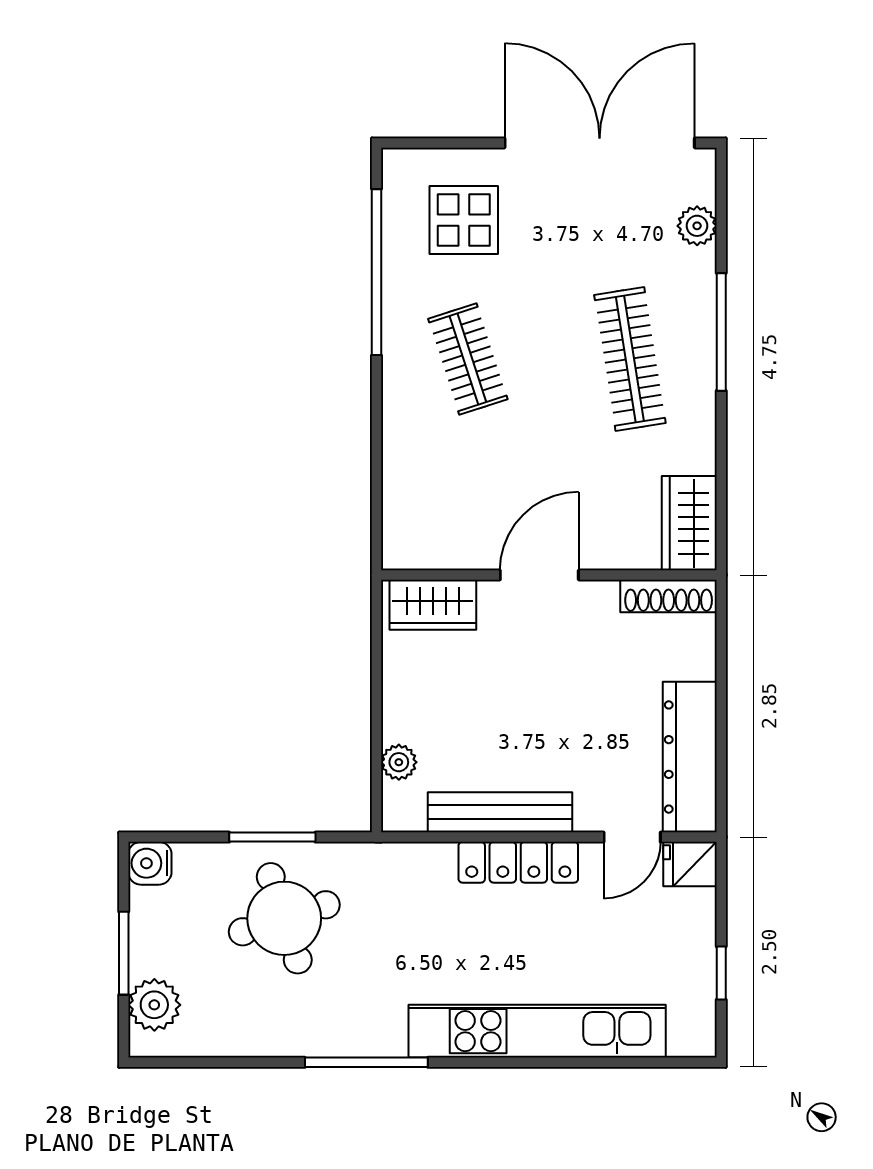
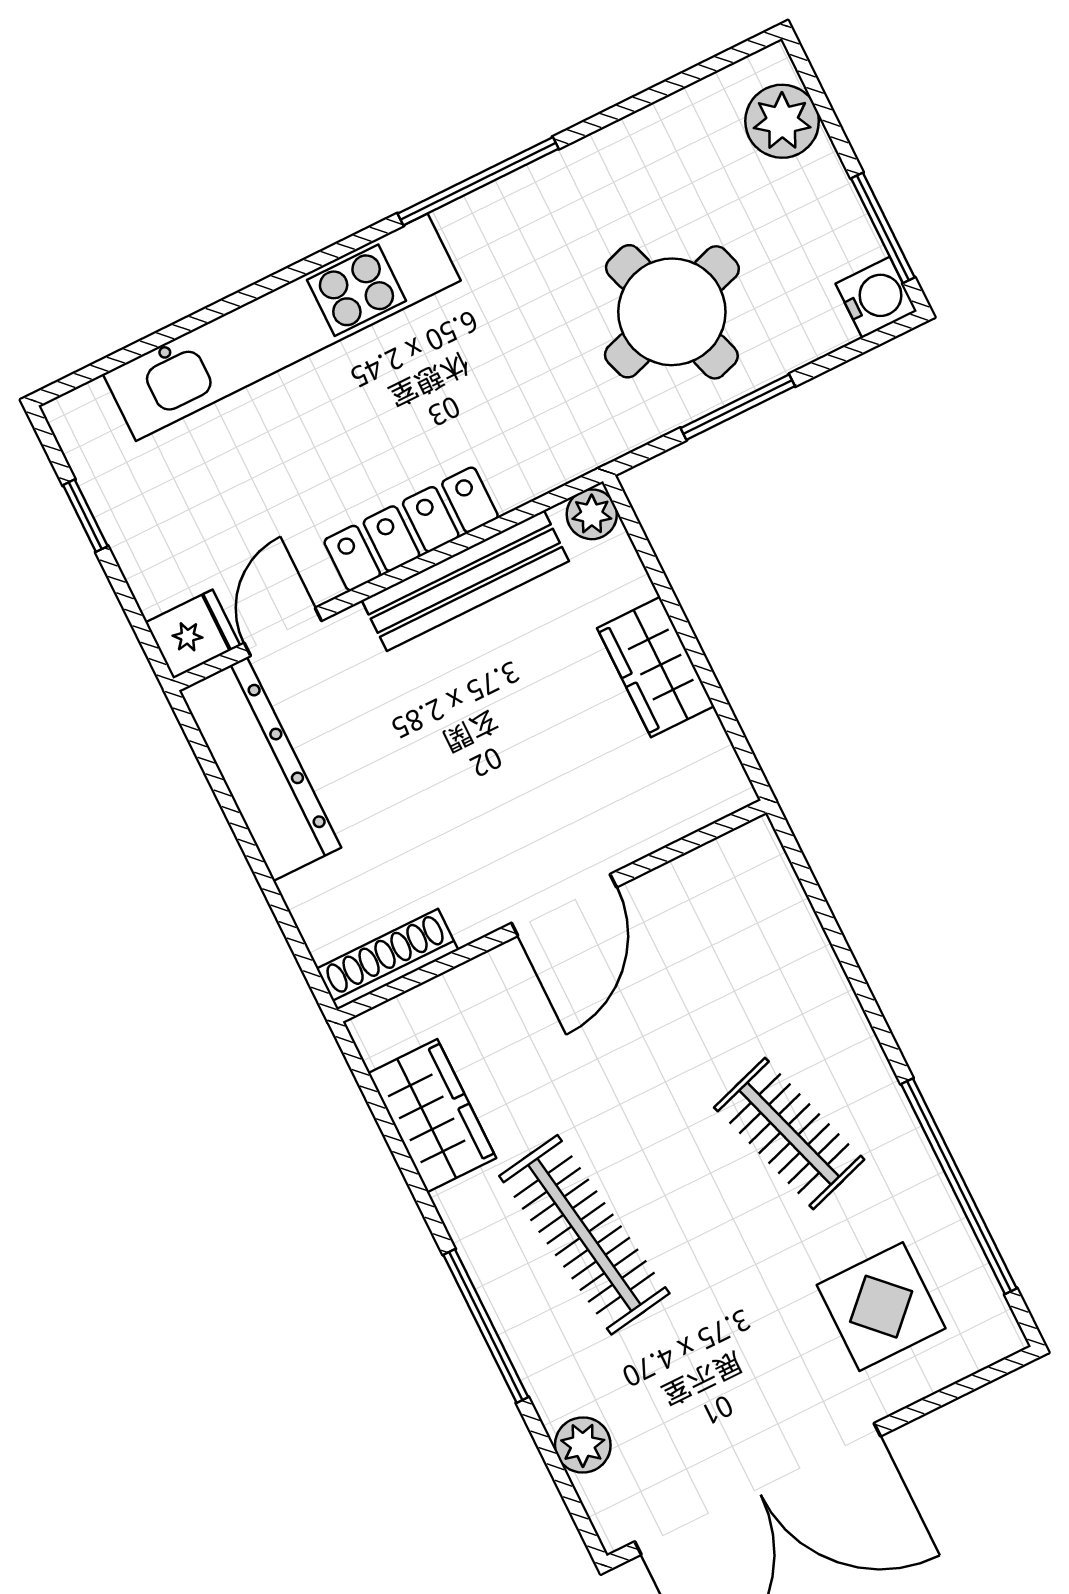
wardrobe: (689, 523) -> (432, 1116), moved
wardrobe: (433, 605) -> (656, 667), moved, turned -90
plant: (399, 762) -> (592, 514), moved
window: (124, 953) -> (883, 228), moved

